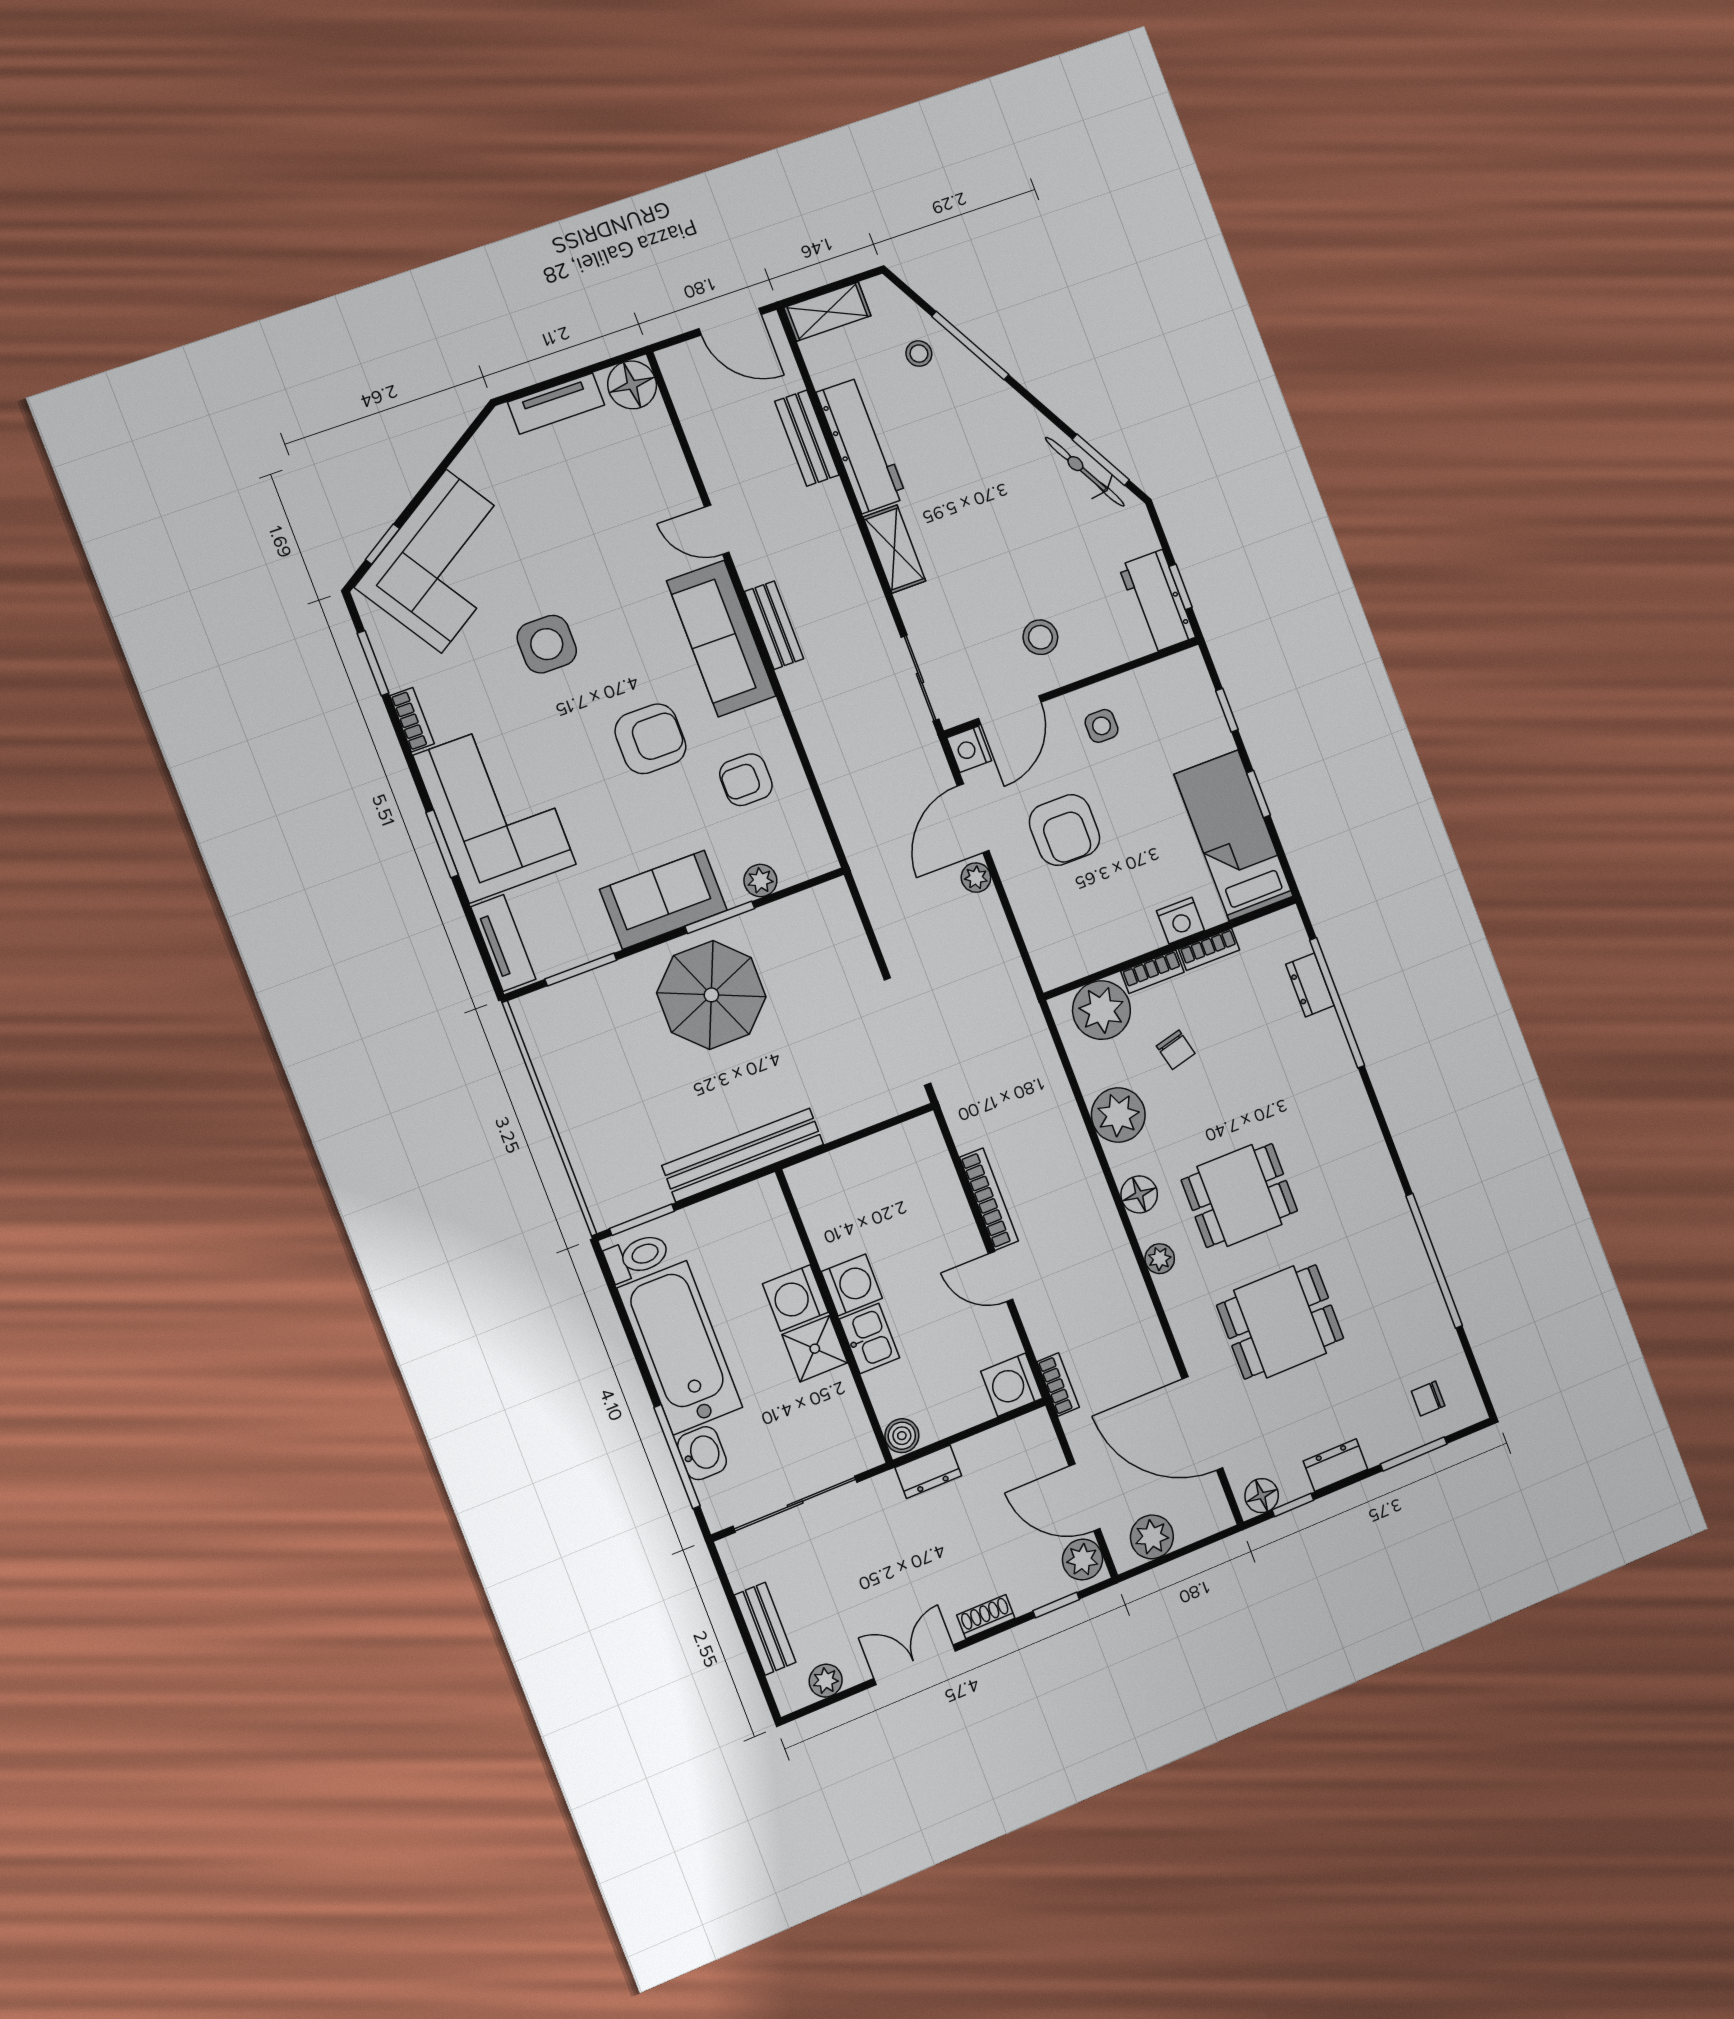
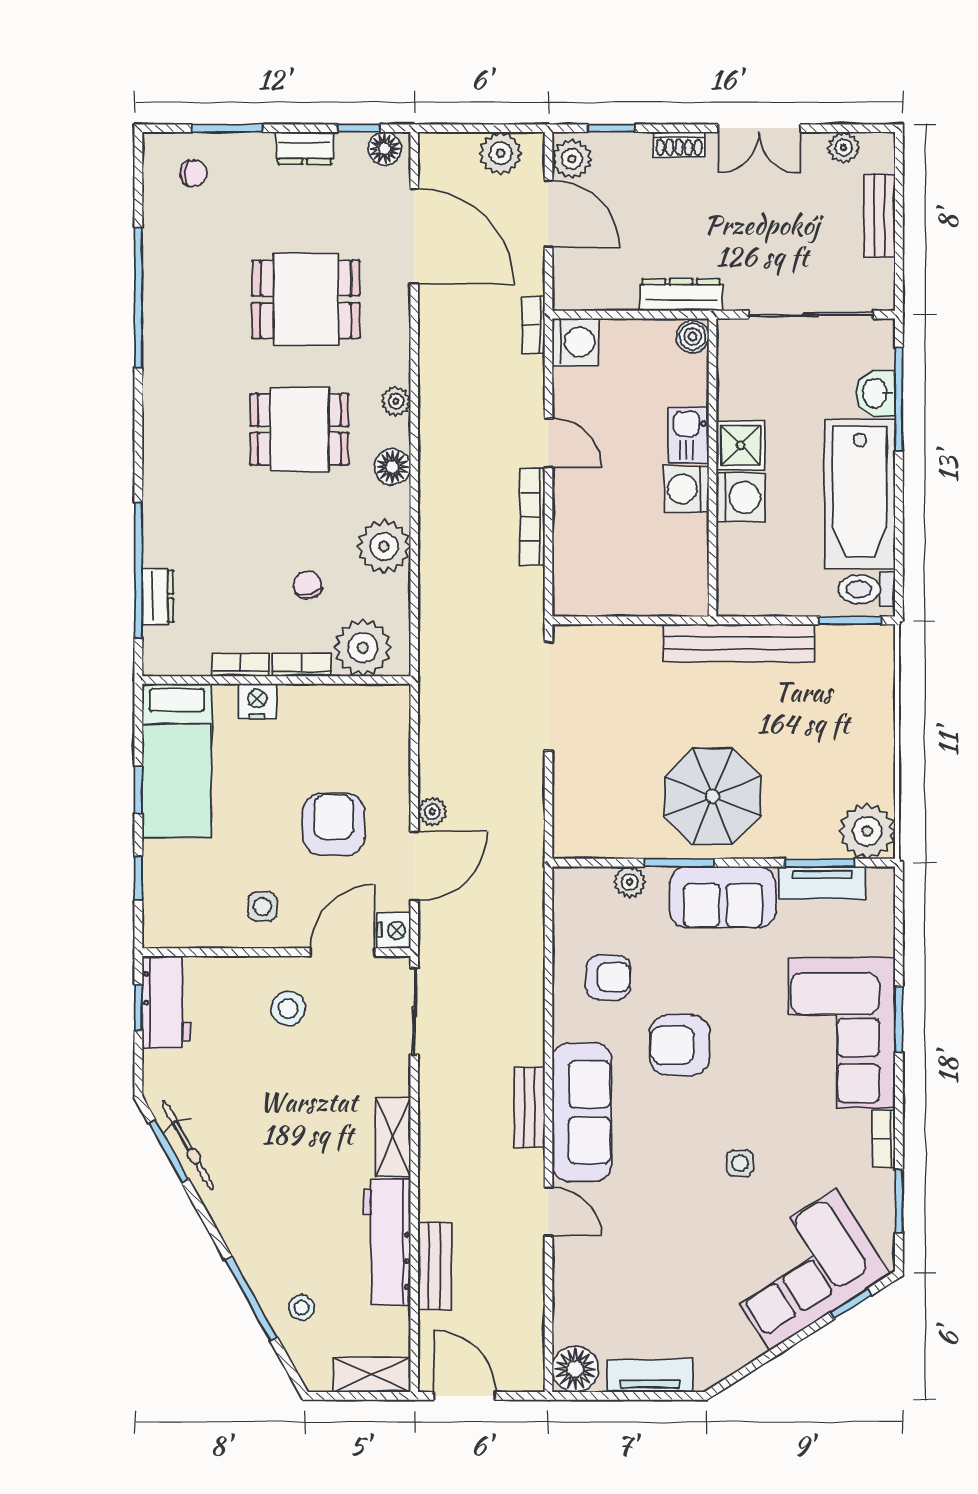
side table: (547, 644) -> (740, 1163), width x0.54, depth x0.54
tv unit: (503, 943) -> (822, 883), moved, turned -90
plant: (545, 1019) -> (867, 831), added
dresser: (928, 1472) -> (681, 295), width x1.44

